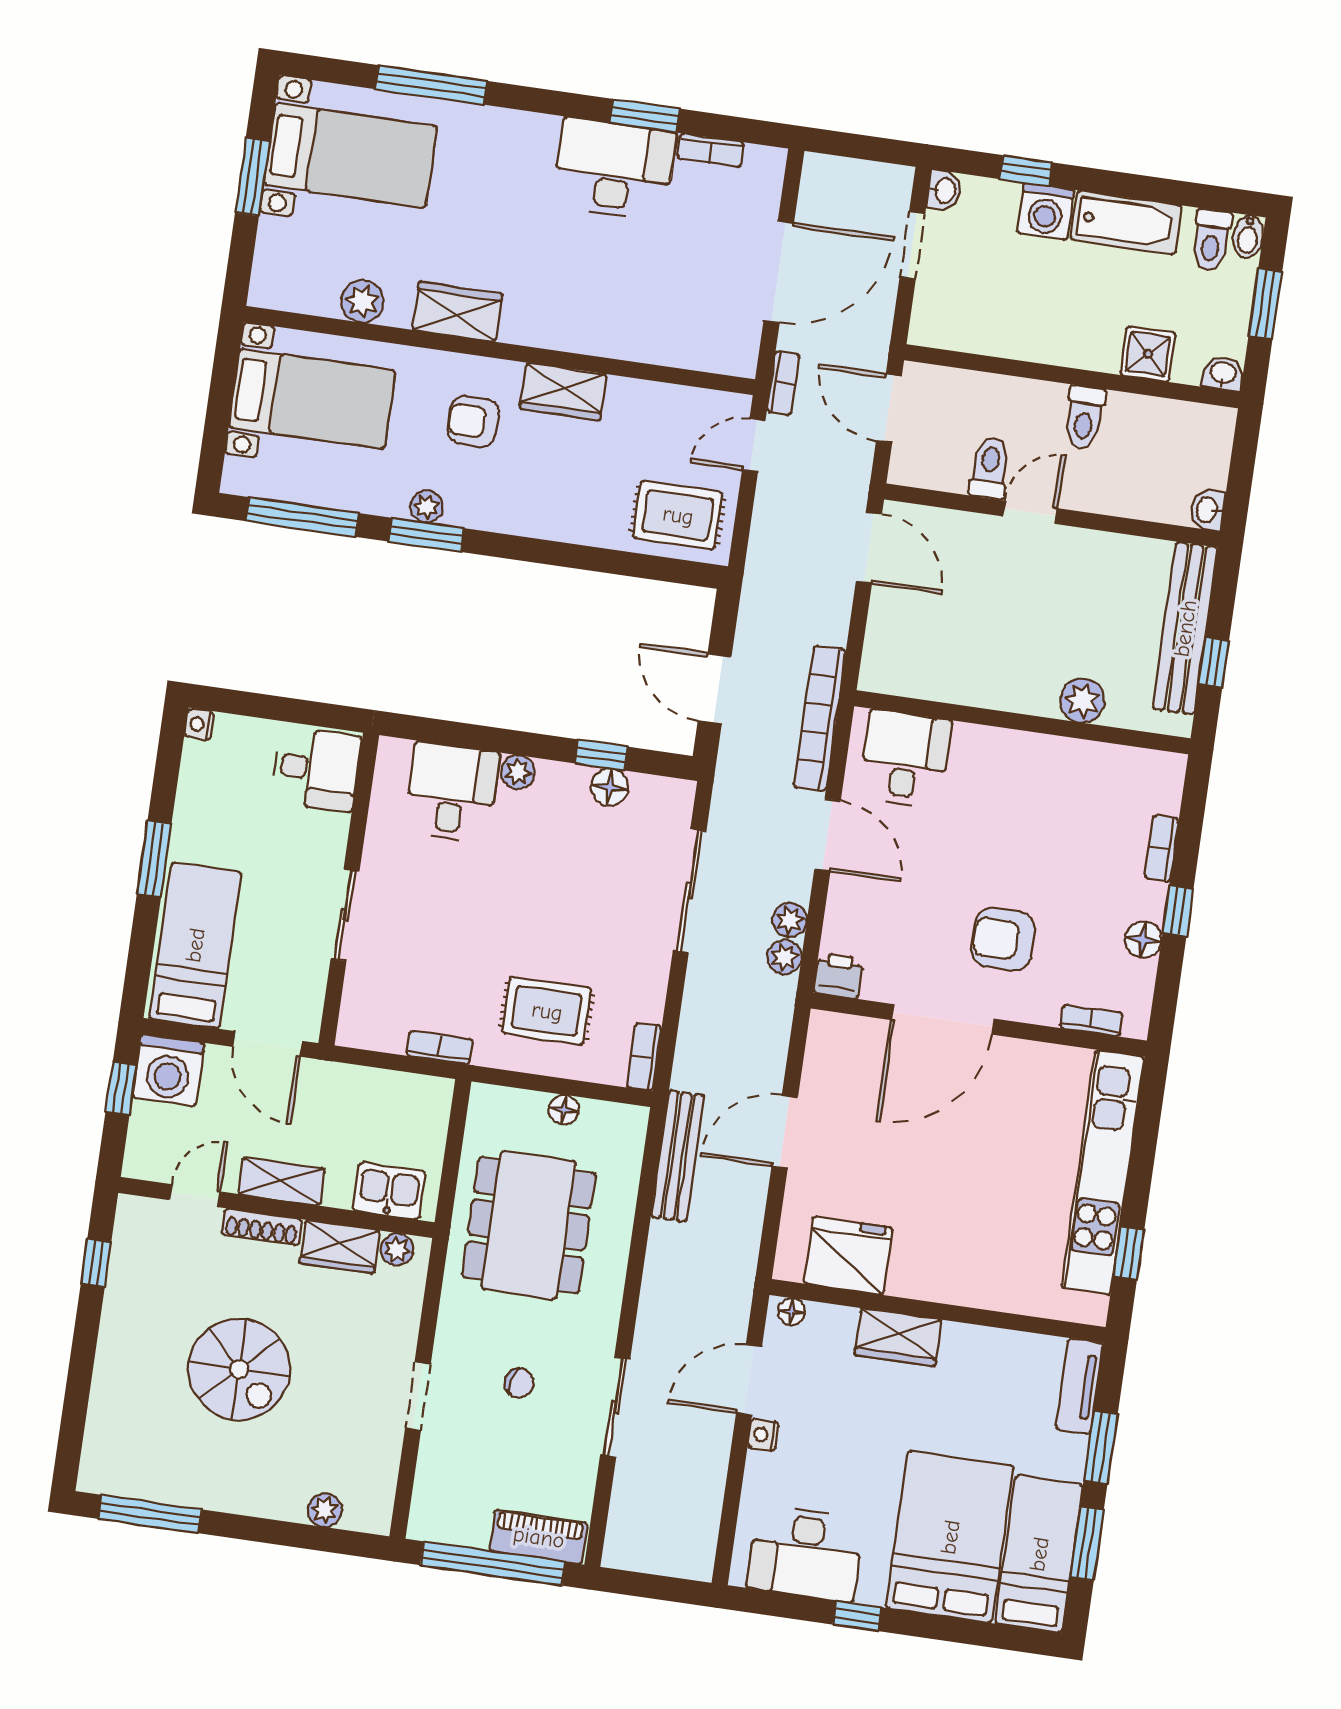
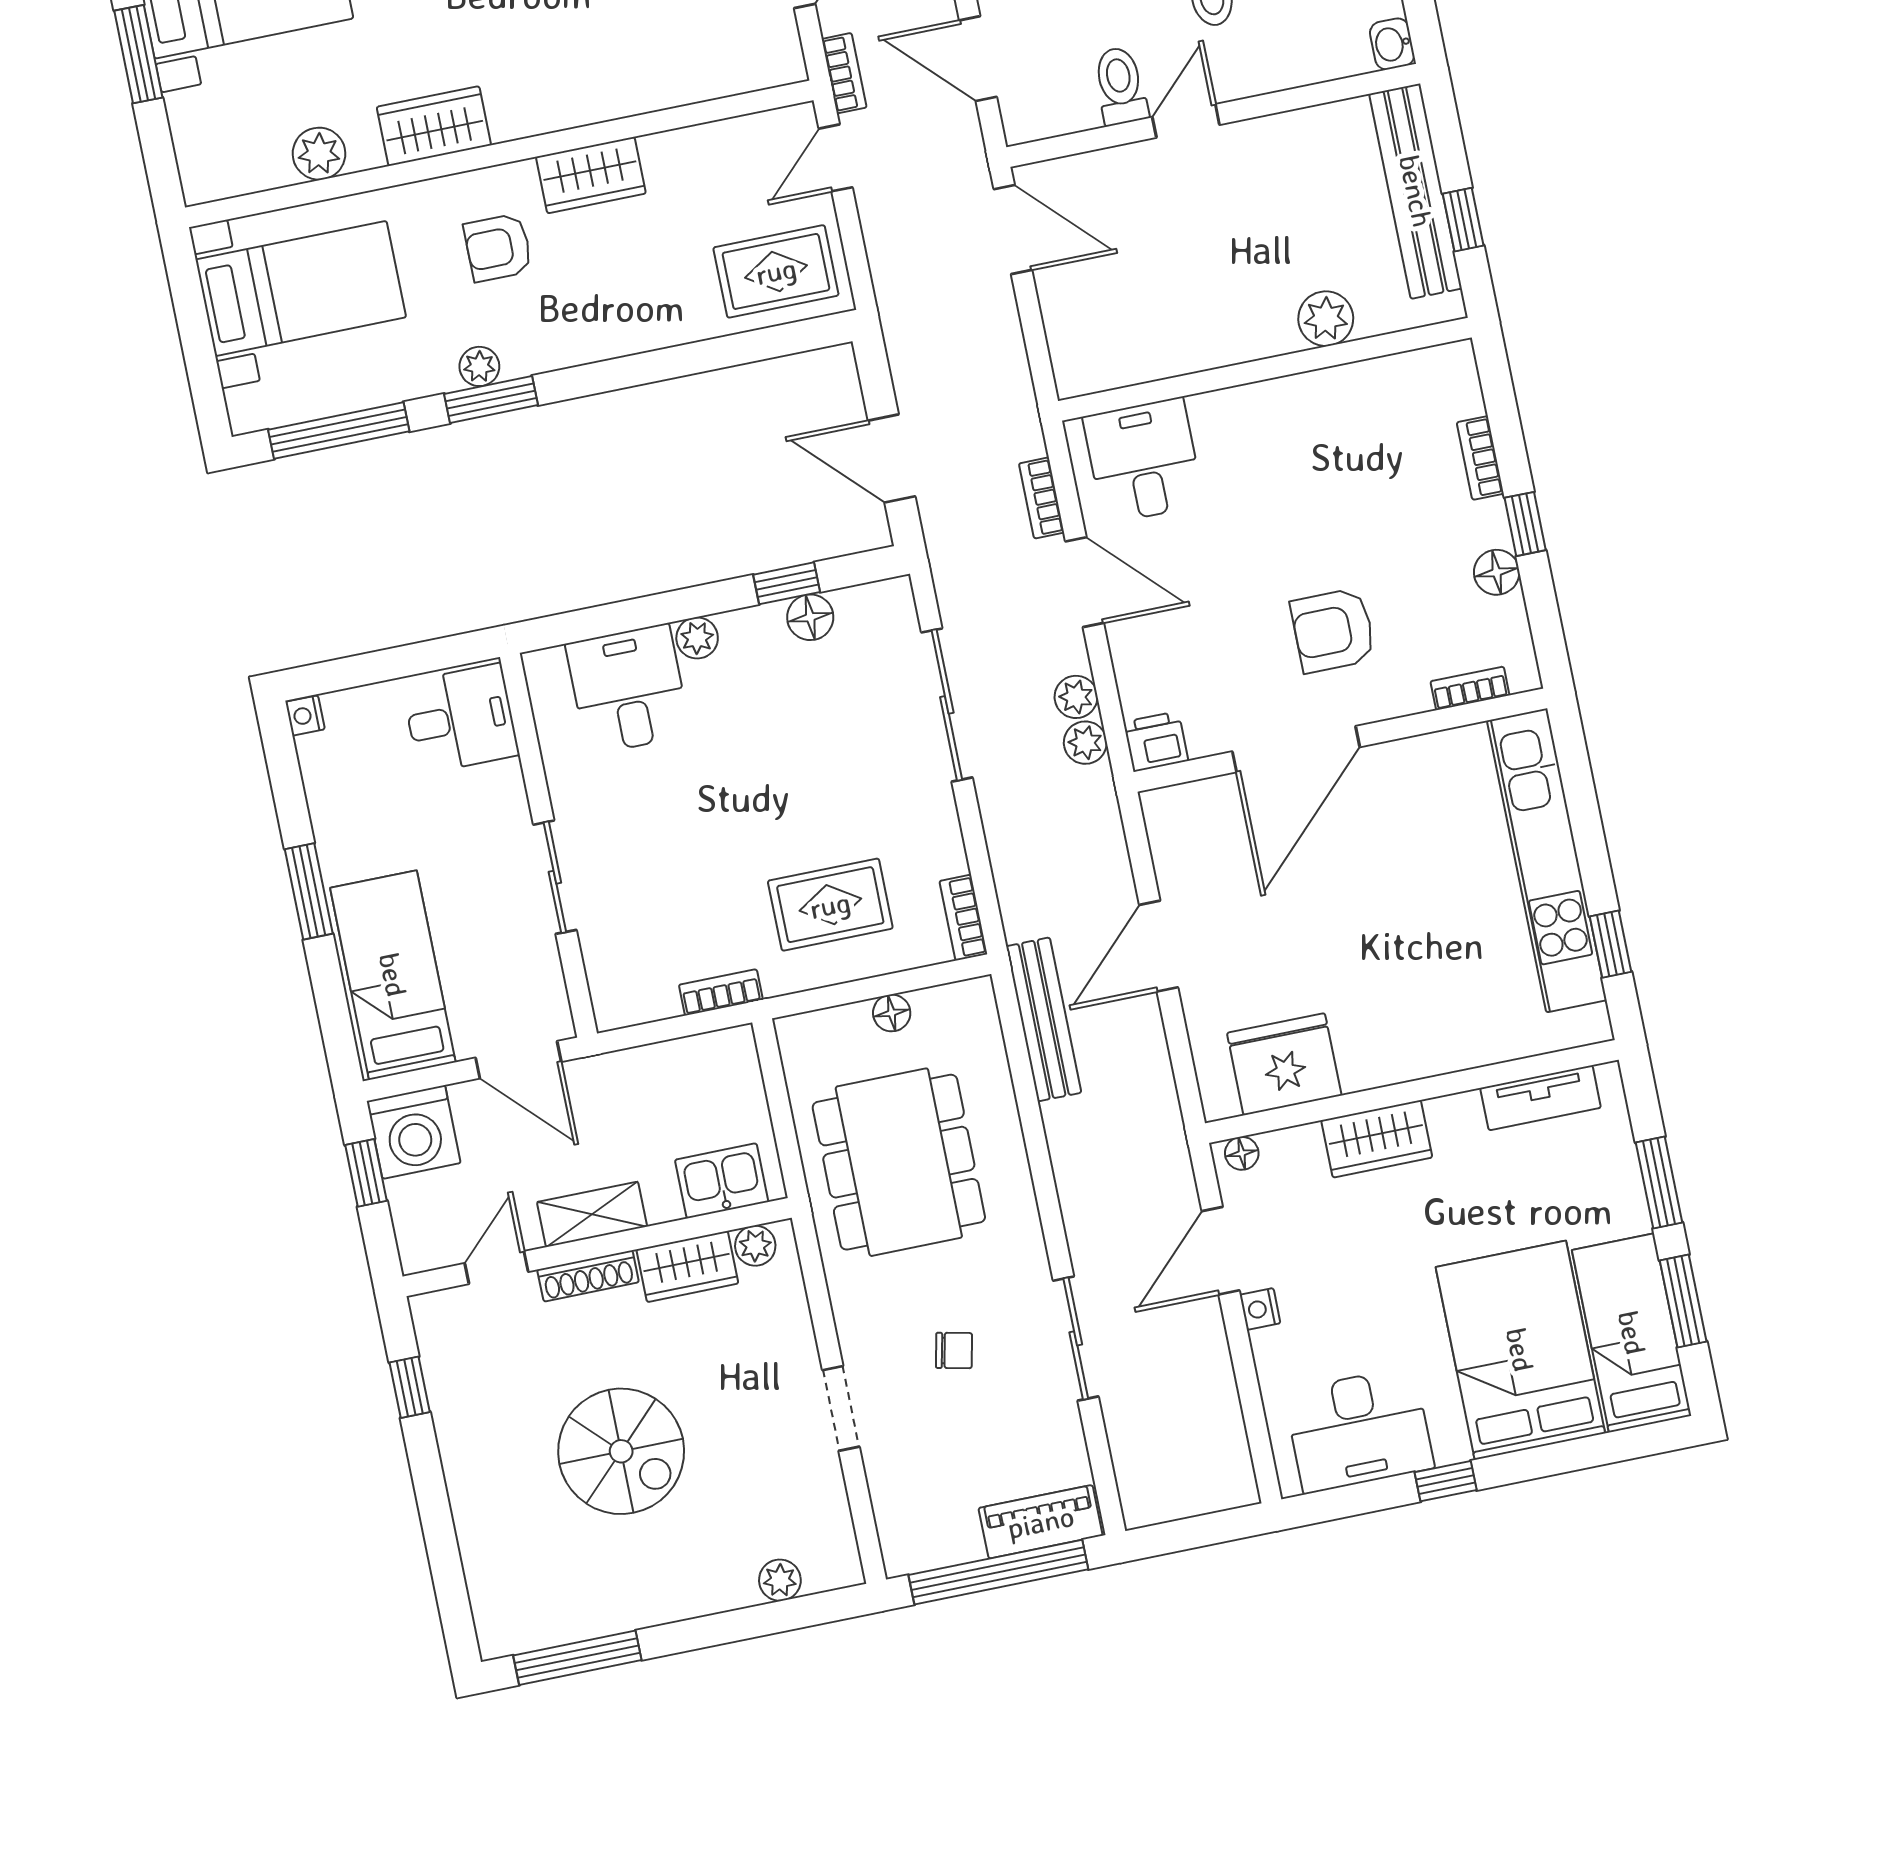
bookcase: (820, 719) -> (1042, 498), width x0.43, depth x0.76
tv unit: (1079, 1386) -> (1541, 1098), moved, turned -90

